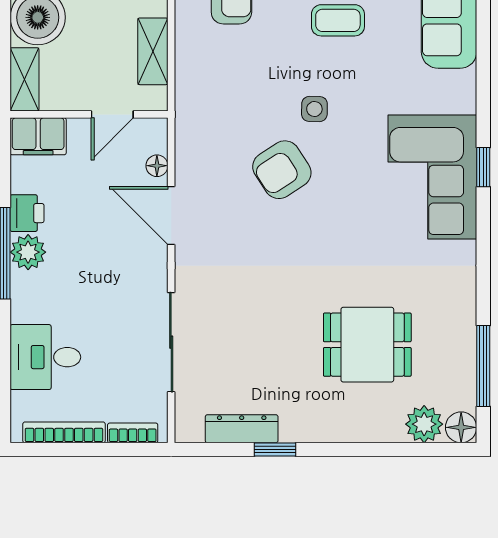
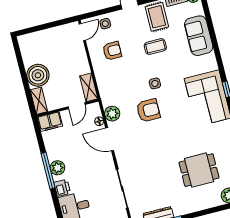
shelving: (153, 51) -> (89, 87), moved
plant: (193, 155) -> (112, 114), added
armchair: (282, 170) -> (148, 110), turned -147
printer: (27, 213) -> (62, 188), moved

